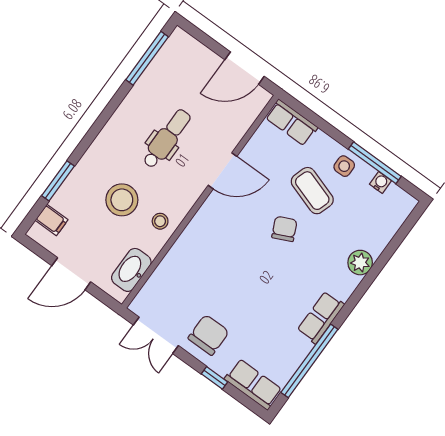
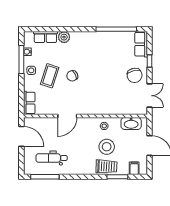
dental chair: (167, 139) -> (52, 158), moved
door: (223, 171) -> (67, 116), swing flipped
trolley: (89, 175) -> (106, 167), added
row of seats: (321, 317) -> (45, 37), moved
chair: (209, 335) -> (135, 75), turned -103

